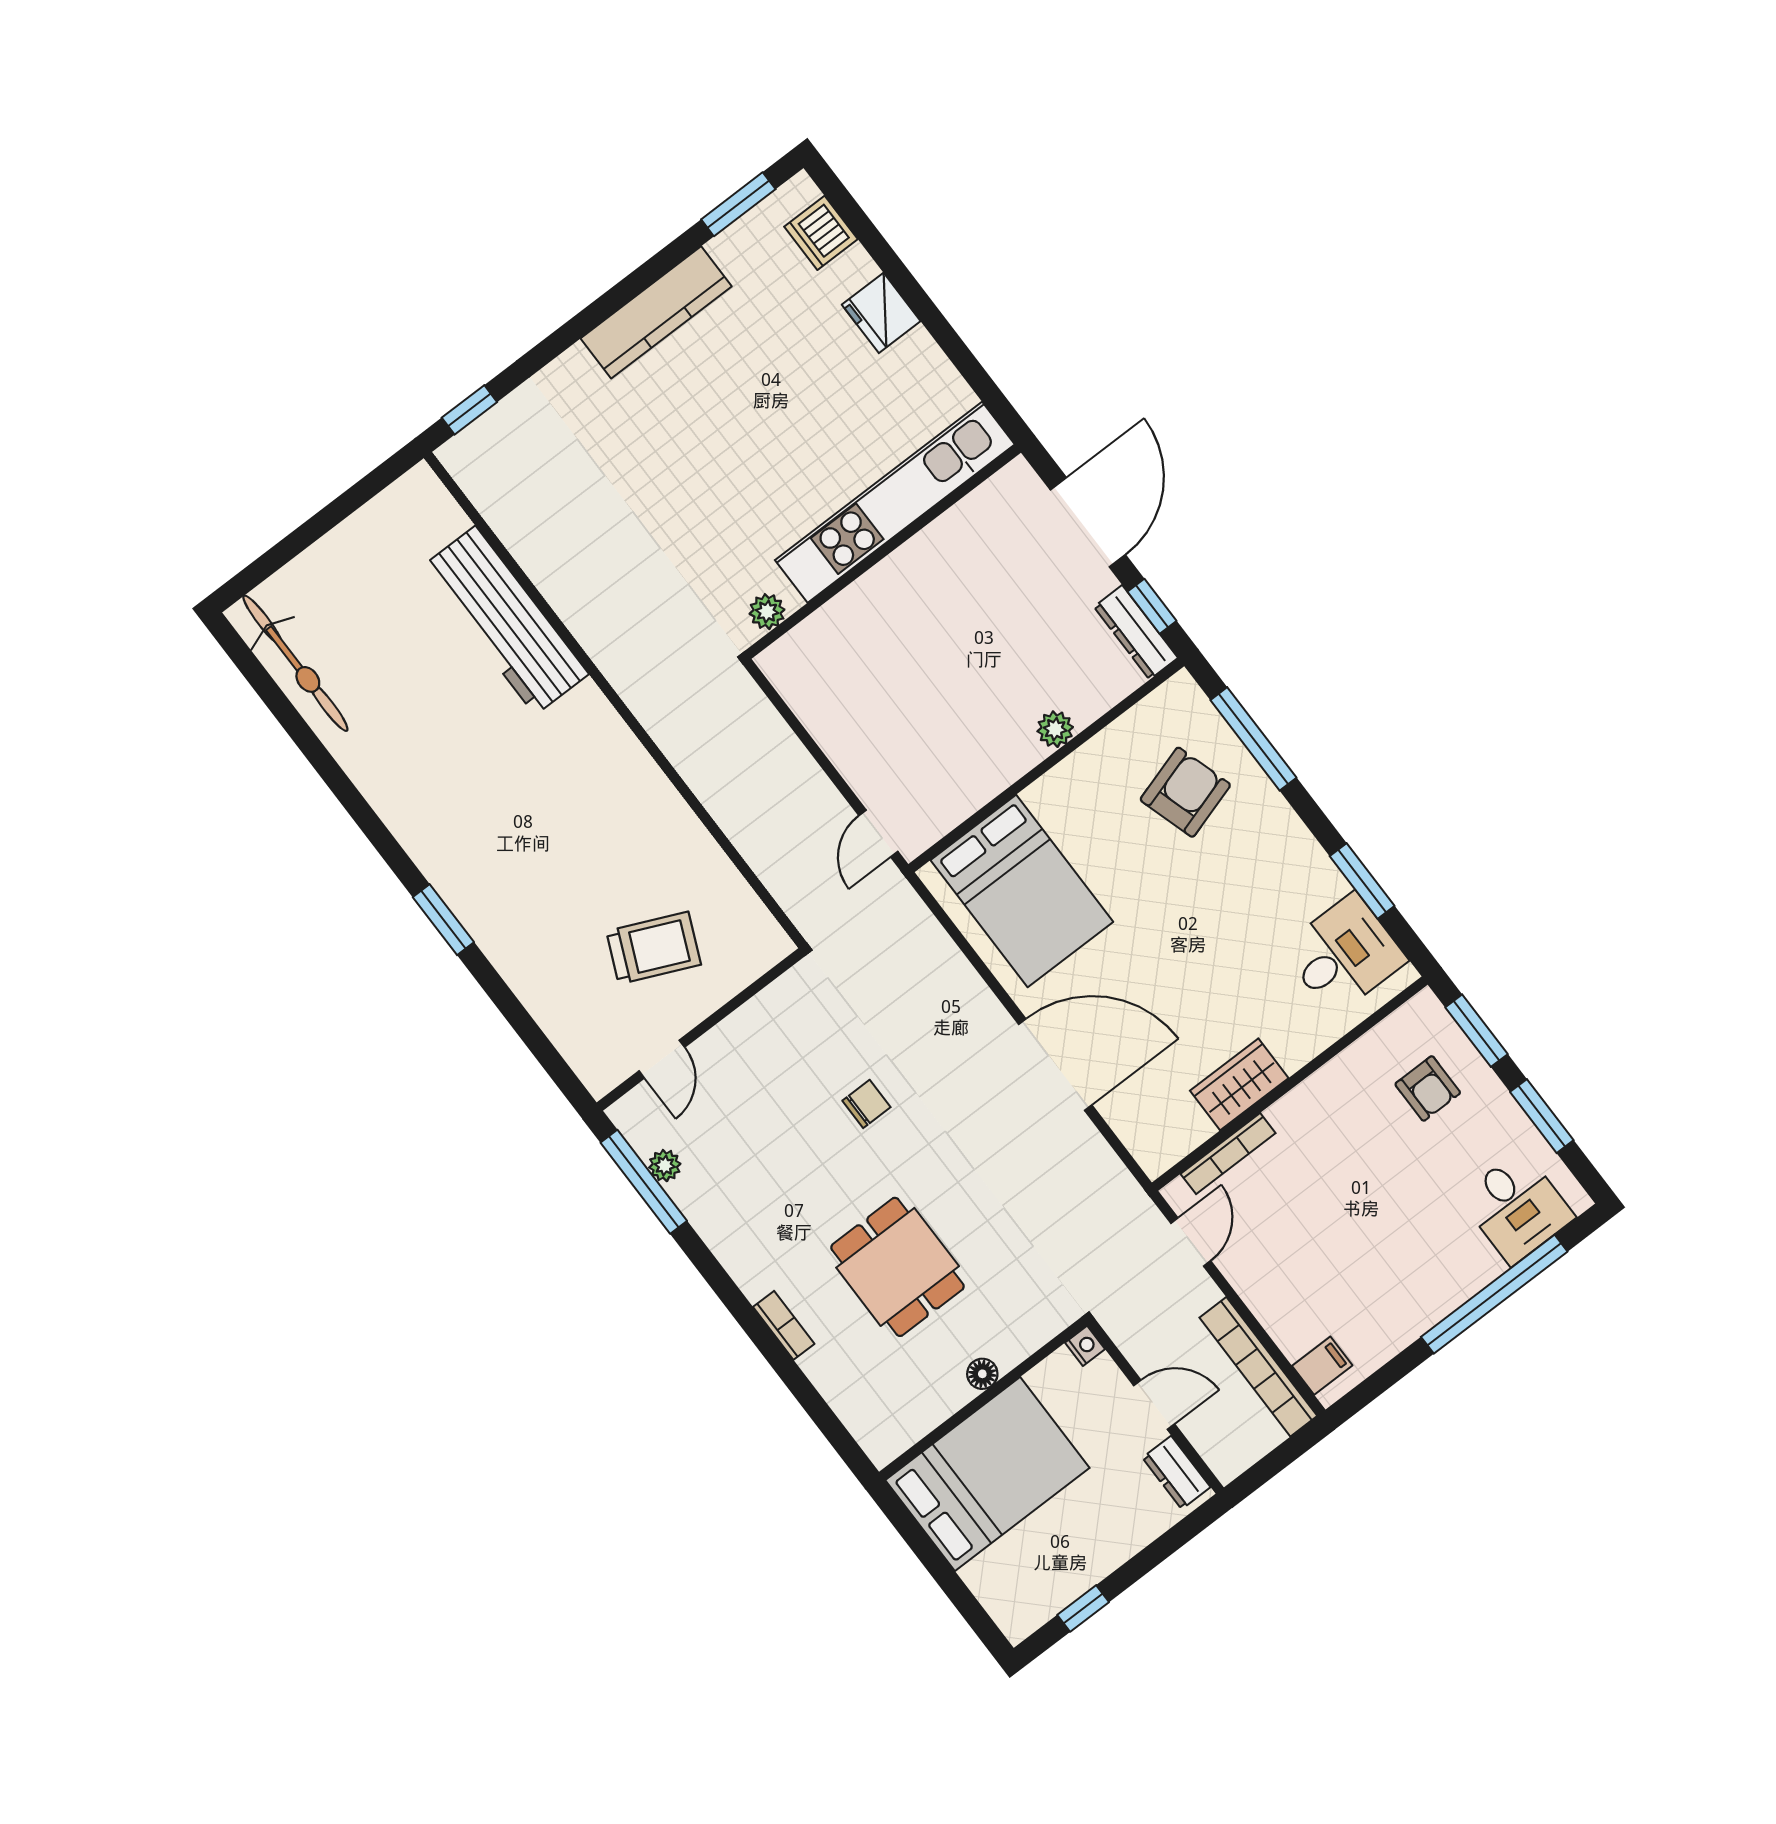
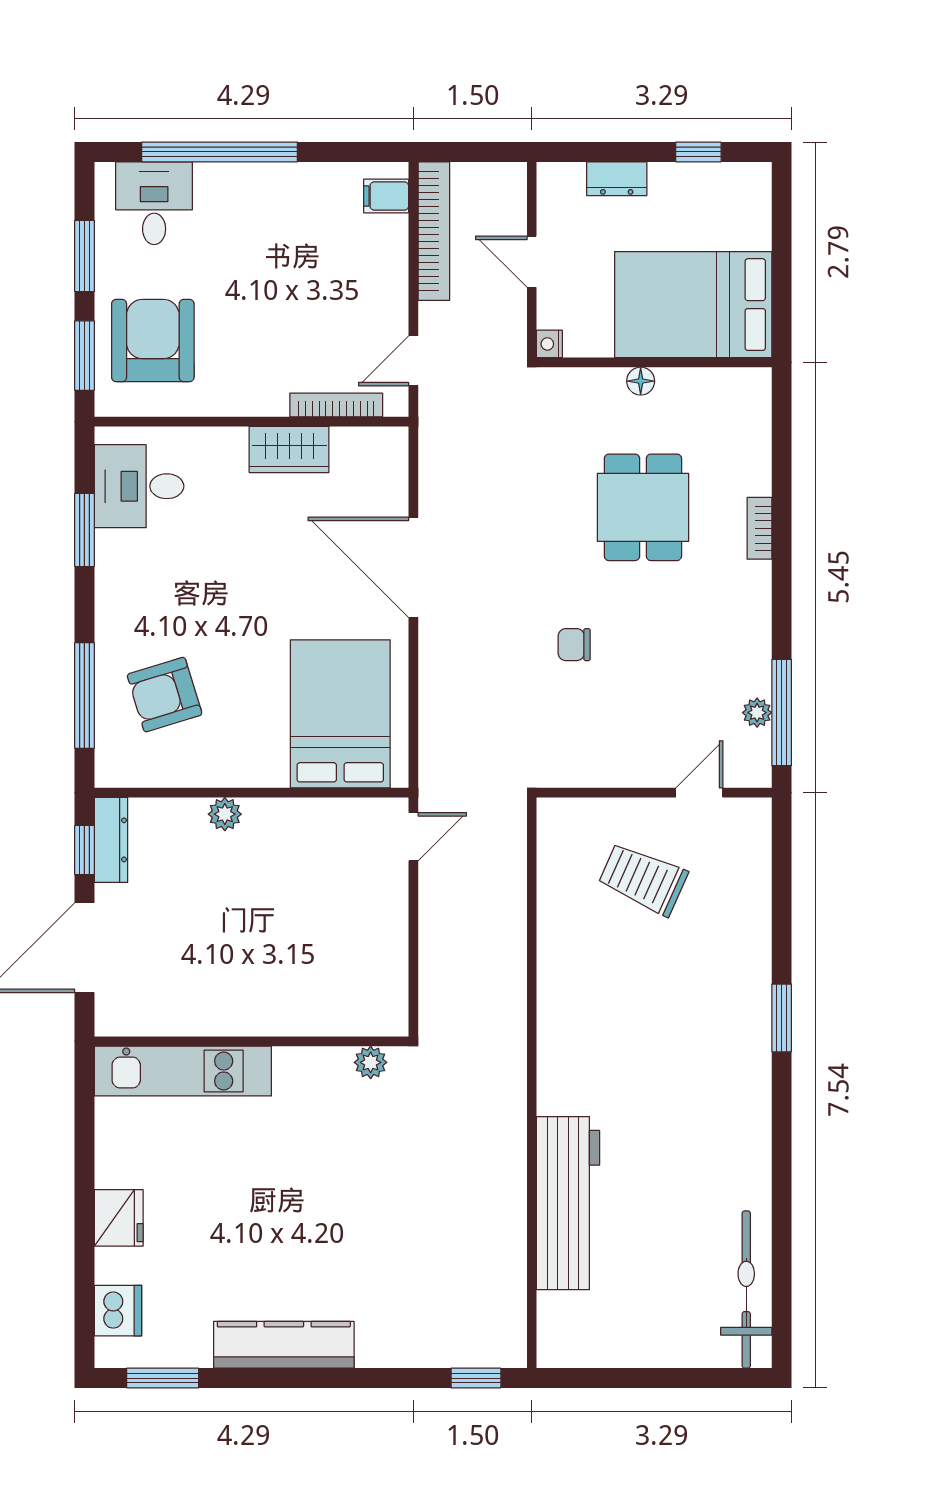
kitchen unit: (895, 502) -> (183, 1071), width x0.73
armchair: (1428, 1088) -> (153, 341), width x1.88, depth x1.88
dresser: (1176, 1472) -> (617, 179), moved, turned 90

